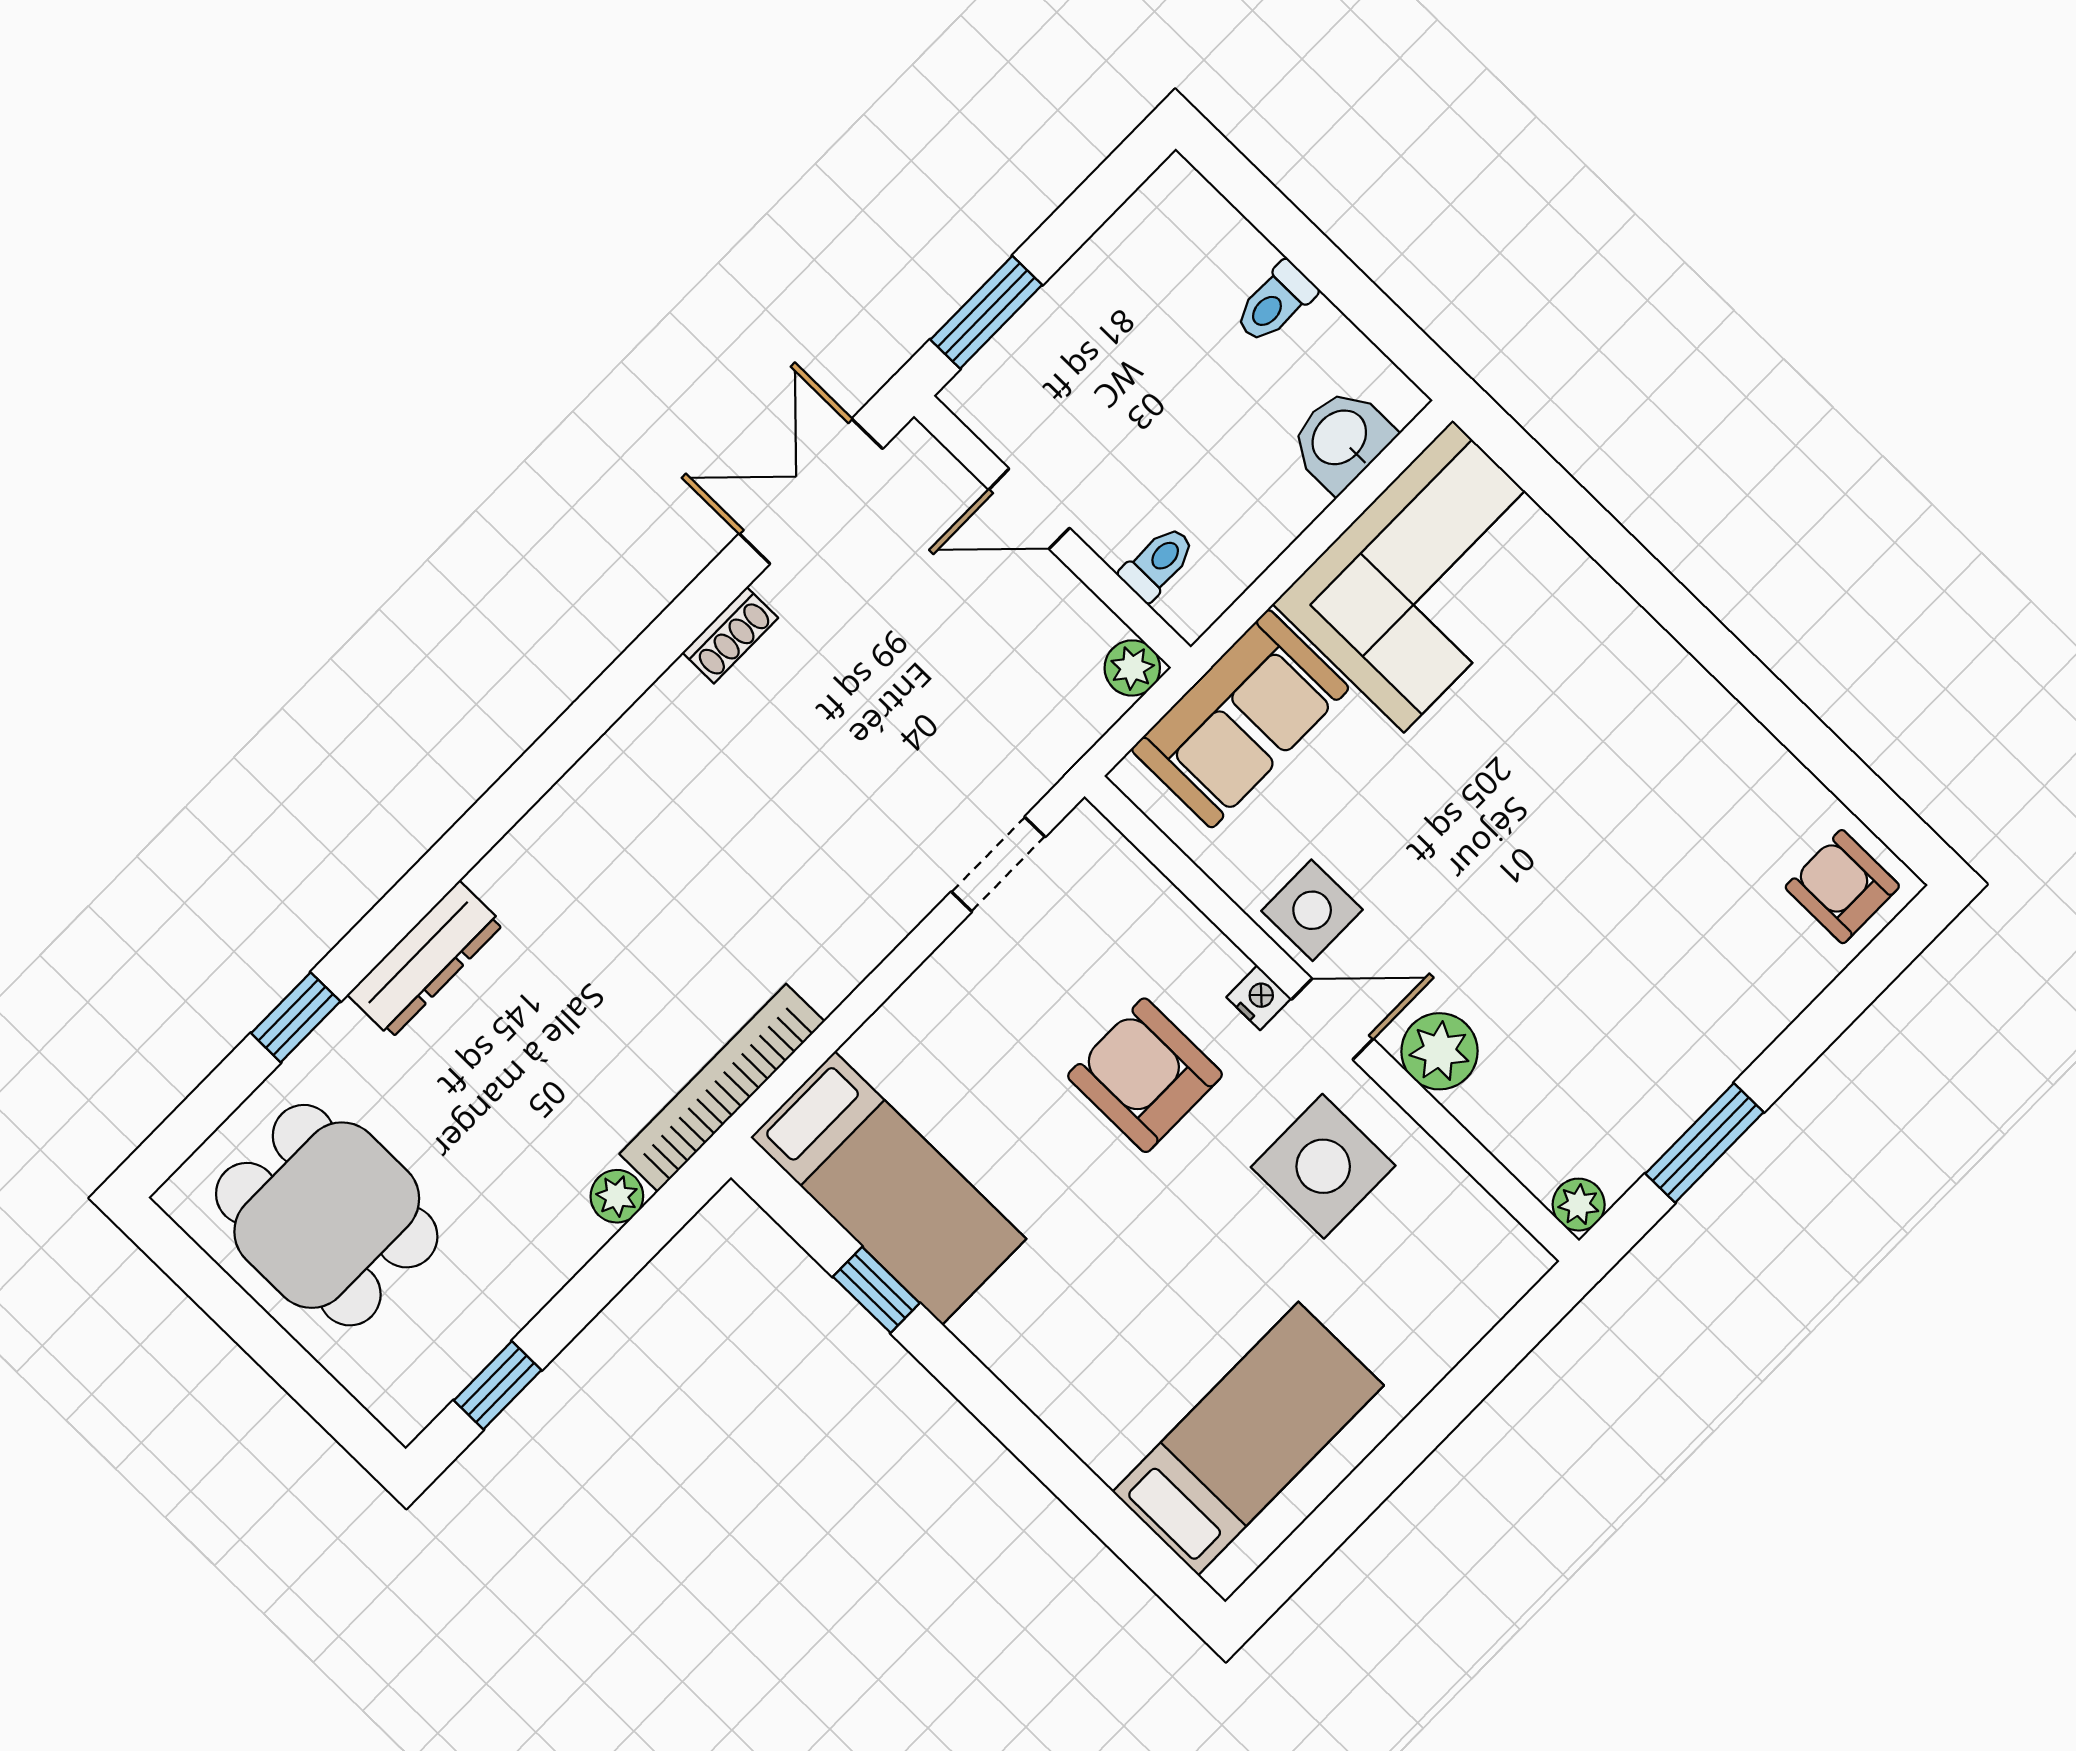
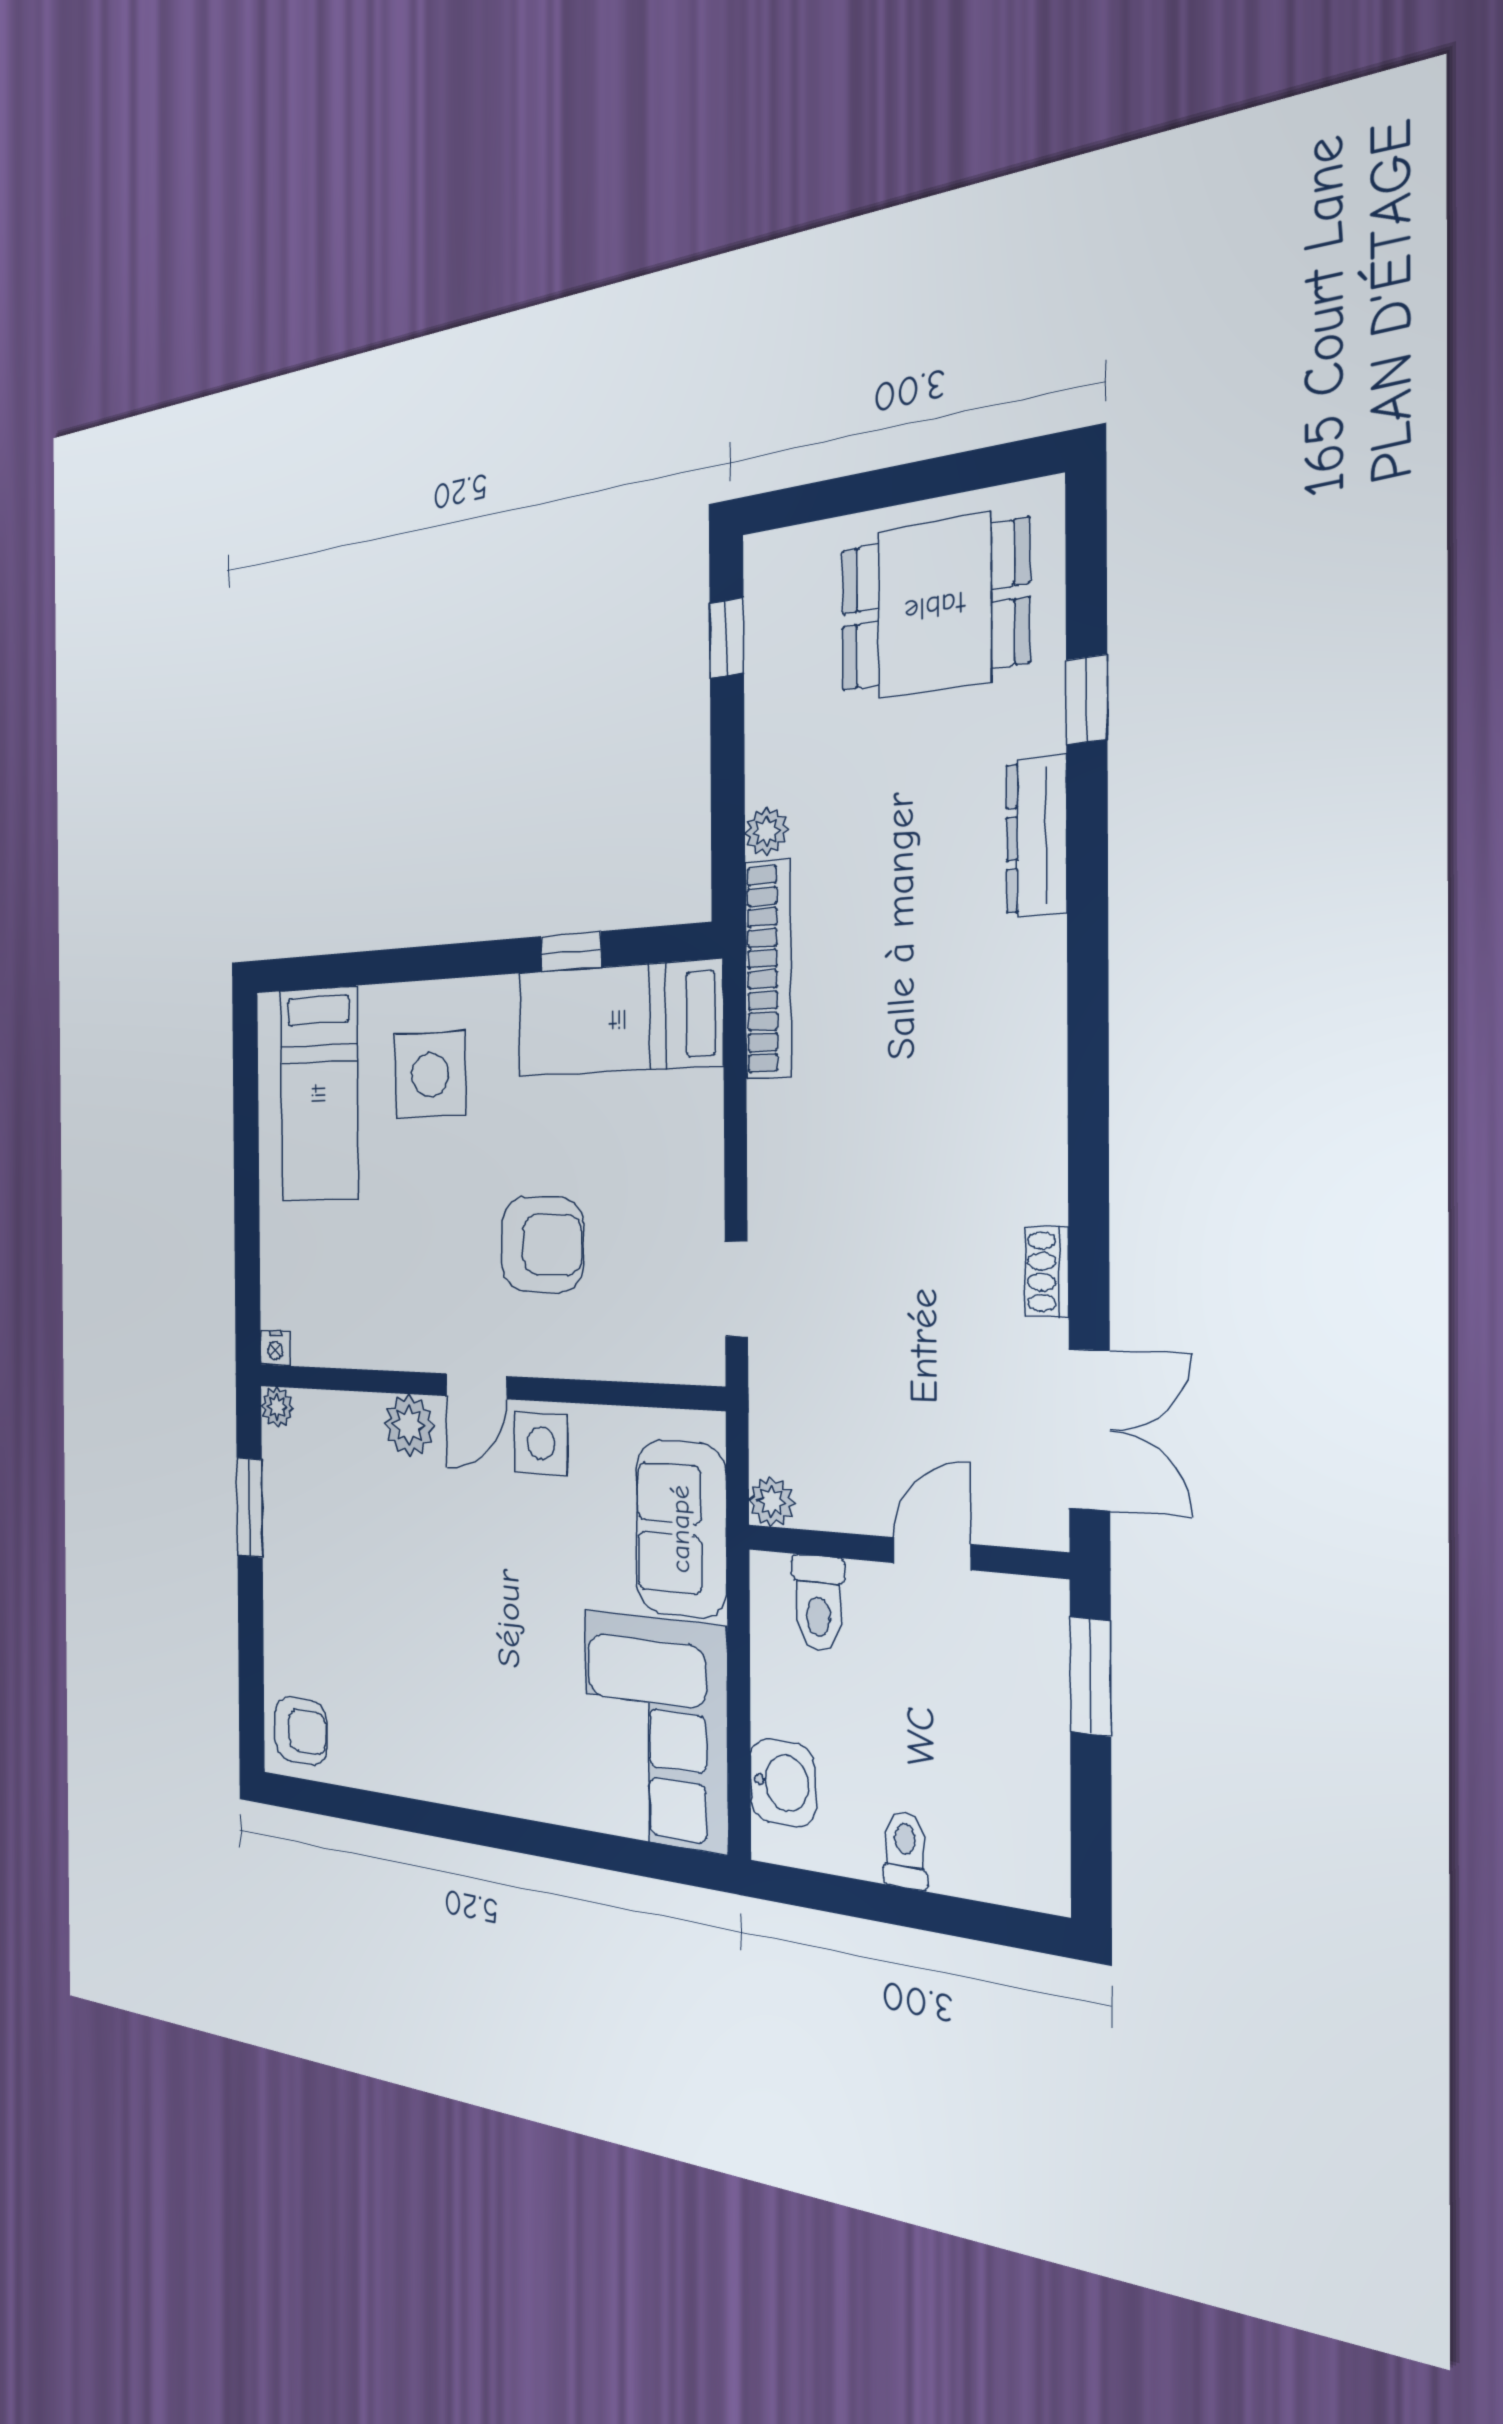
toilet: (1158, 563) -> (818, 1603), width x1.37, depth x1.39
nightstand: (1259, 998) -> (275, 1348), moved
side table: (1323, 1166) -> (430, 1075), moved

